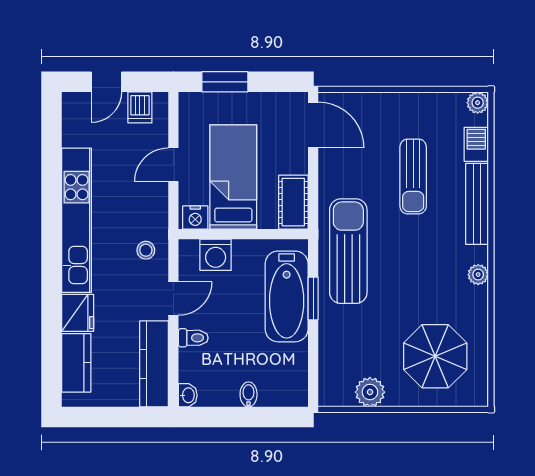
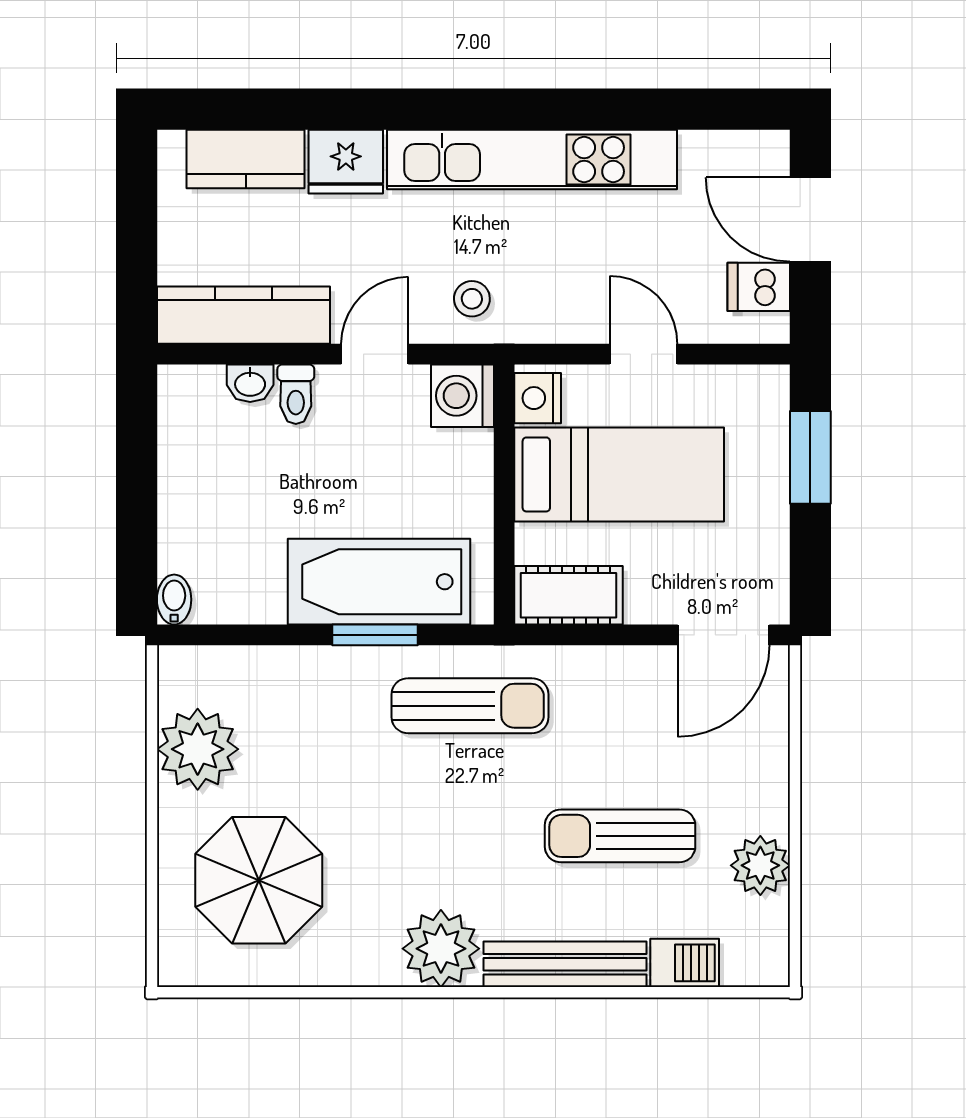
door: (106, 82) -> (810, 220), width x1.38
plant: (478, 103) -> (760, 865), moved, width x1.38, depth x1.38
sun lounger: (348, 251) -> (470, 706), width x0.73, depth x0.75
washing machine: (216, 255) -> (463, 396), moved
plant: (478, 275) -> (441, 949), width x1.87, depth x1.87
door: (173, 298) -> (375, 354), swing flipped
plant: (370, 392) -> (198, 749), width x1.36, depth x1.36
bidet: (249, 394) -> (174, 600), moved, turned -90
washbasin: (188, 395) -> (250, 383), moved

